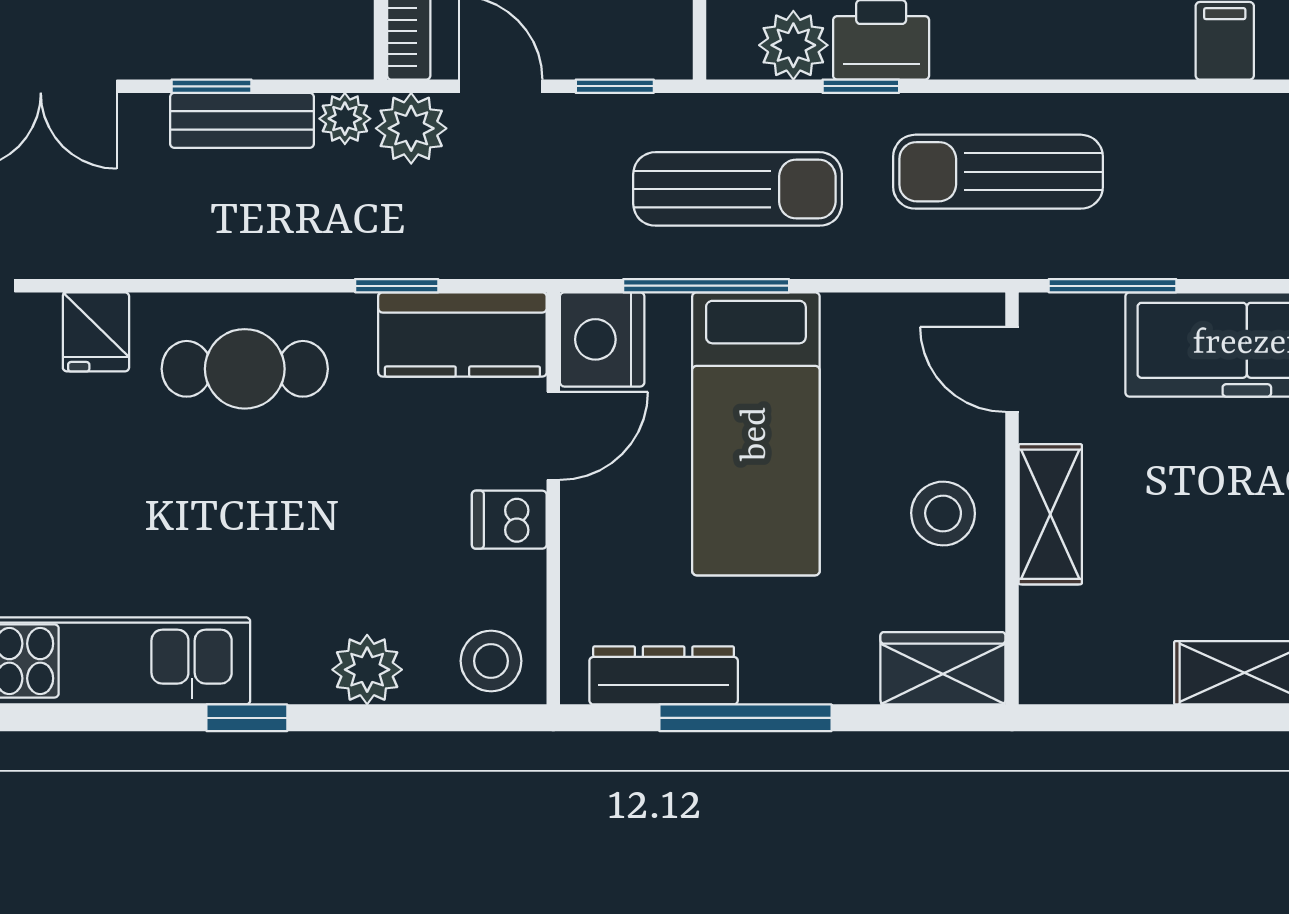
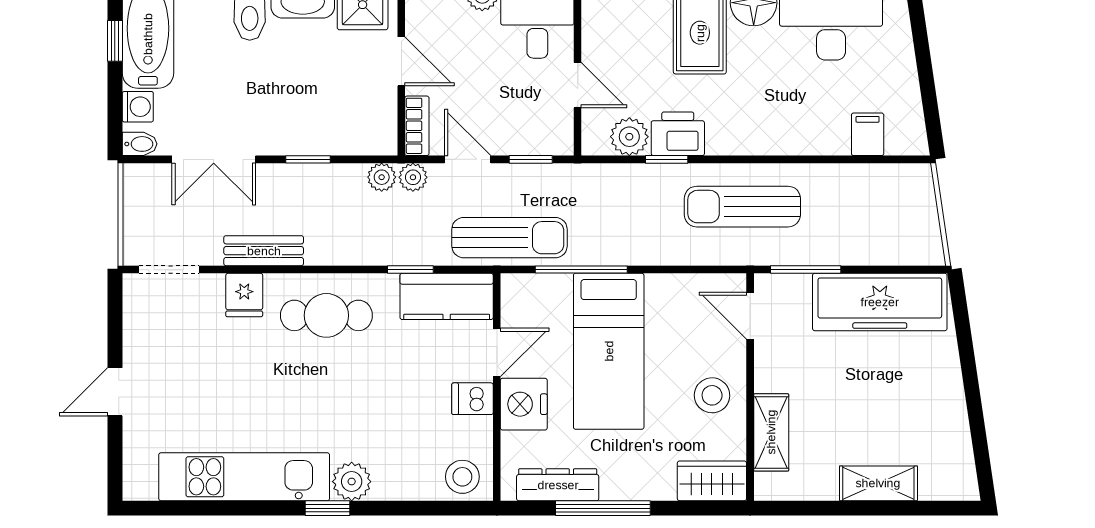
bench: (242, 120) -> (264, 251), moved
plant: (411, 128) -> (413, 177), width x0.73, depth x0.73
sun lounger: (738, 189) -> (509, 238), moved
nightstand: (602, 339) -> (524, 404), moved
shelving: (1050, 514) -> (771, 432), moved
plant: (367, 670) -> (352, 482), moved

